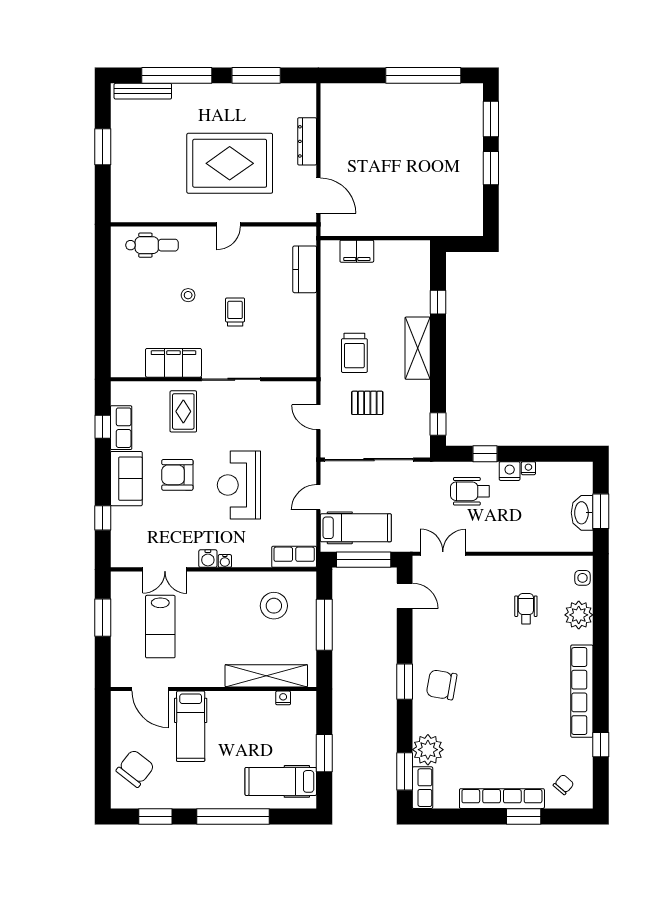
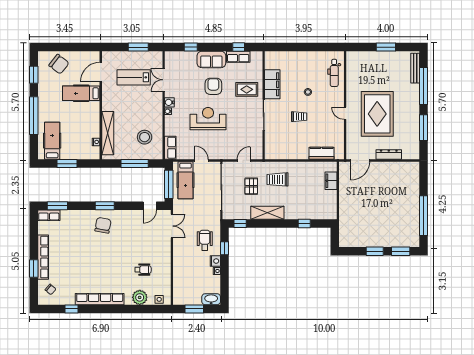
shelving: (418, 348) -> (267, 213), moved
washbasin: (582, 513) -> (211, 299), moved
plant: (428, 750) -> (69, 218), removed

